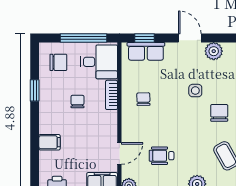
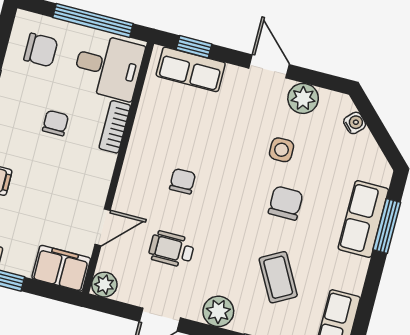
side table: (195, 91) -> (282, 150), moved
chair: (143, 99) -> (182, 181), moved

